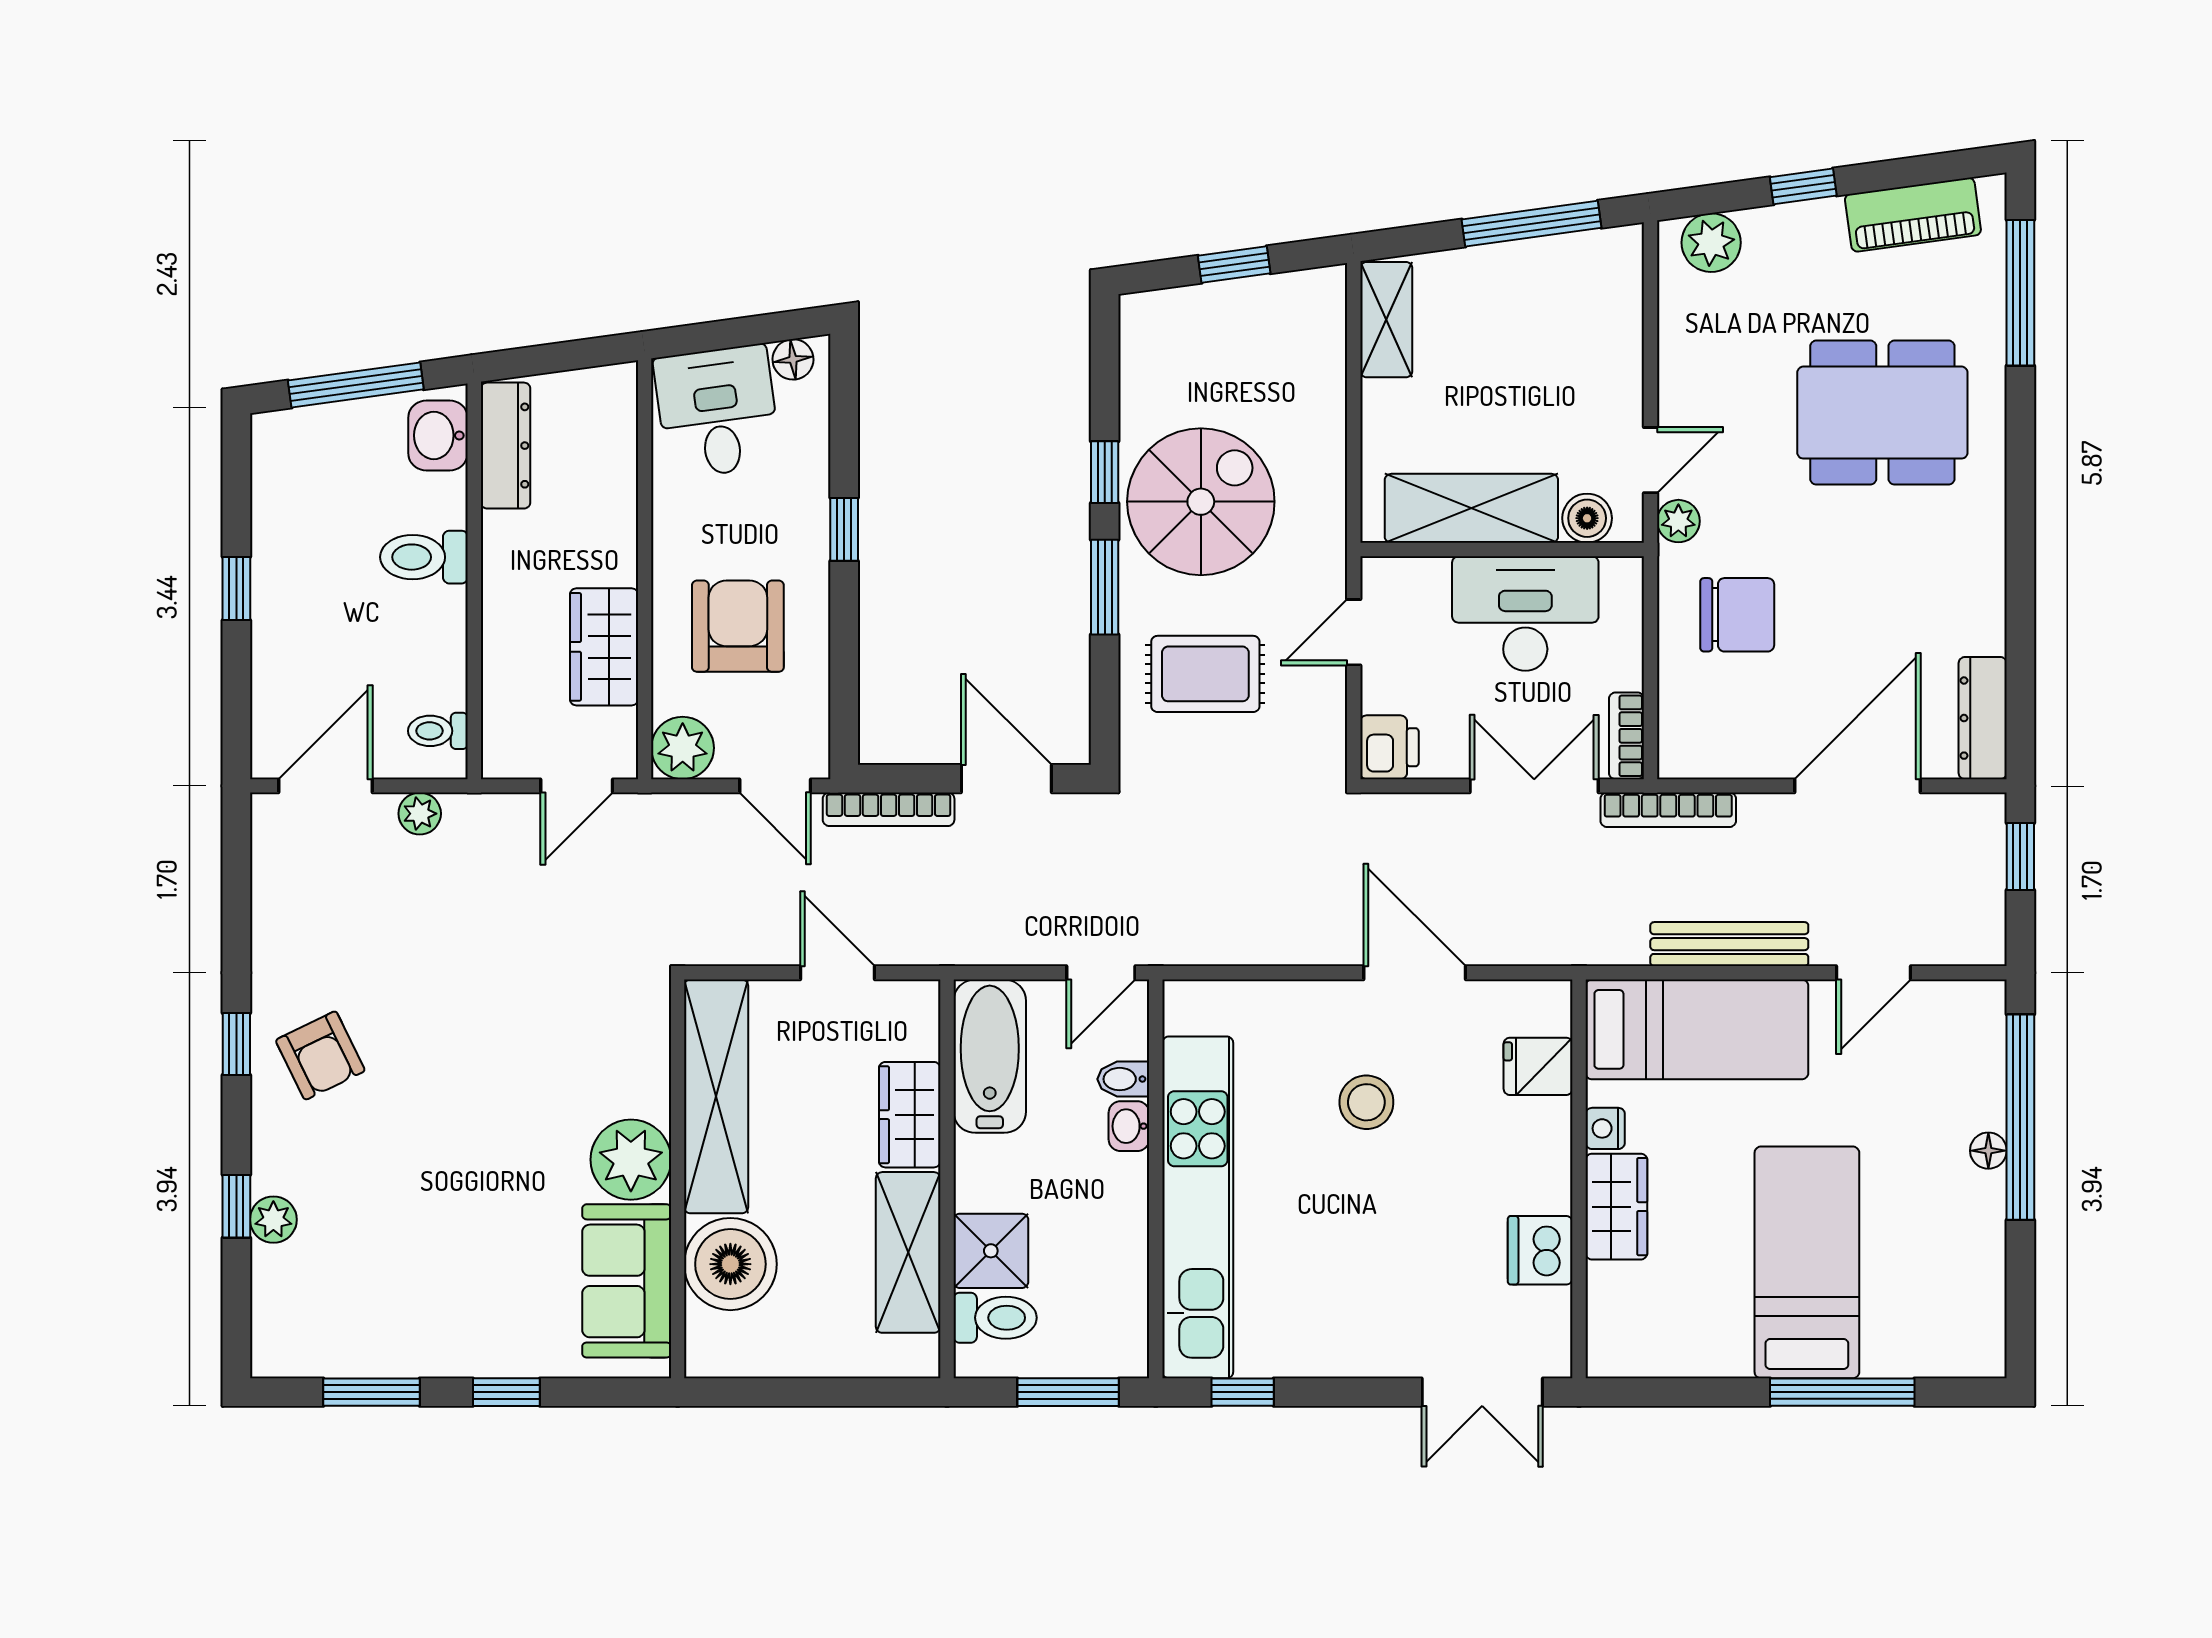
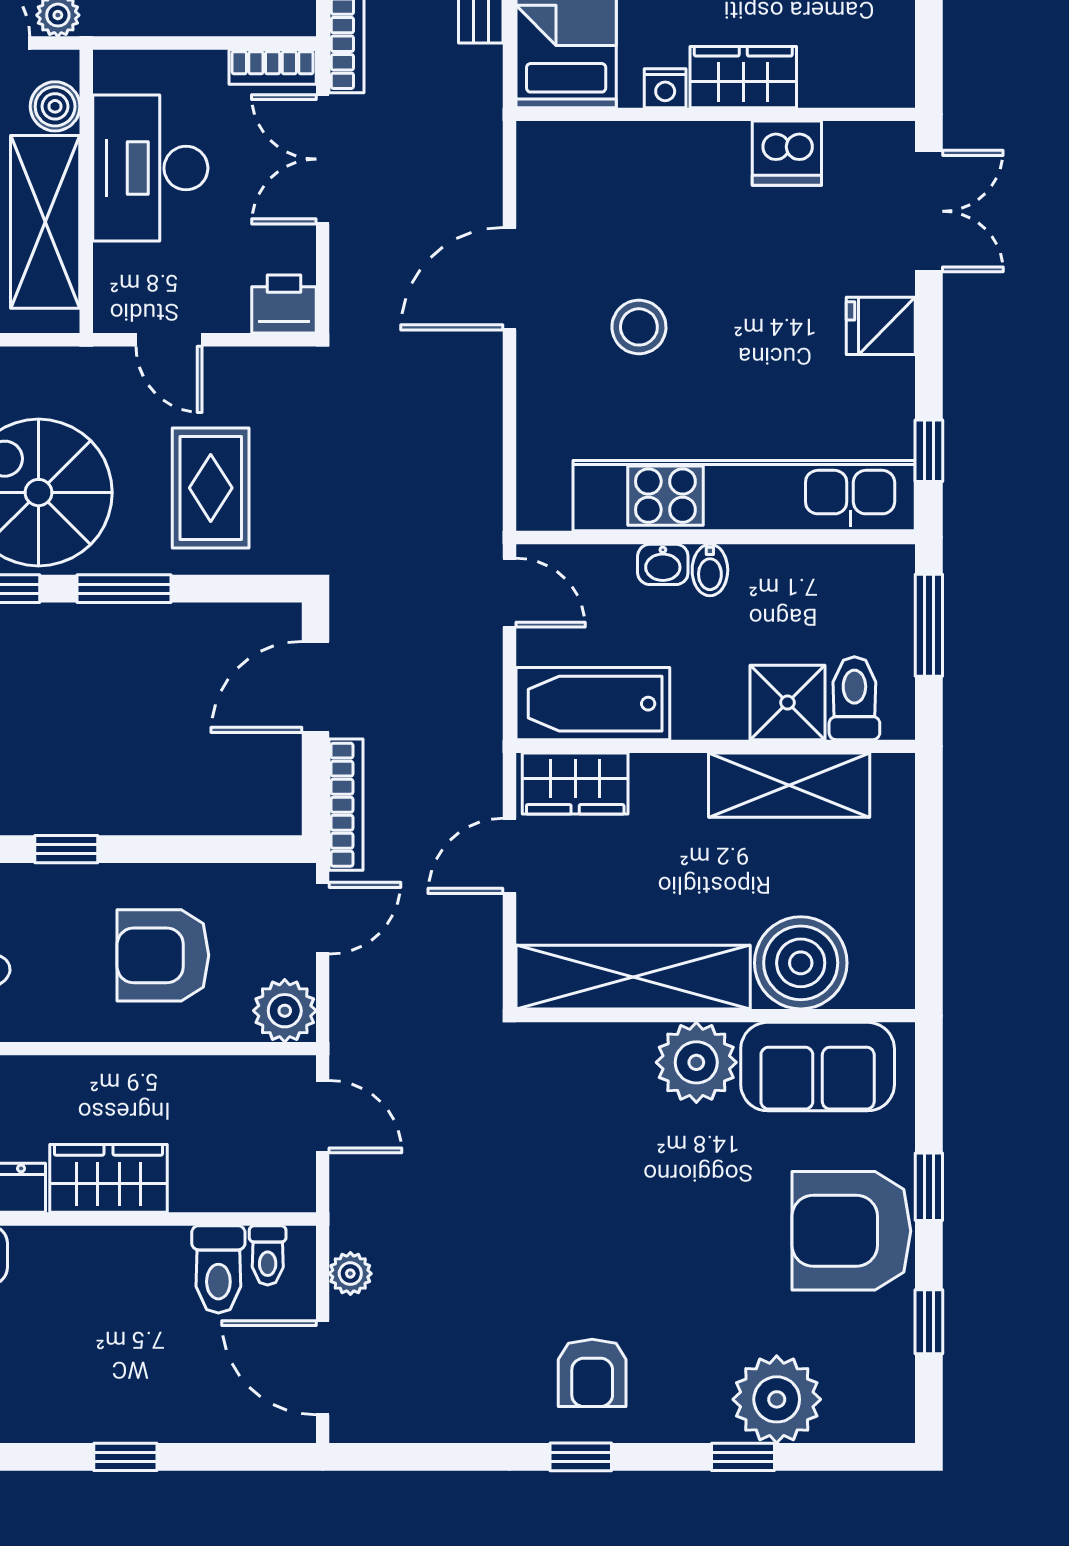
toilet: (424, 557) -> (218, 1269), moved
wardrobe: (604, 647) -> (108, 1178), moved, turned 180
armchair: (320, 1055) -> (592, 1373), turned 116
fridge: (1538, 1066) -> (881, 326), moved, turned 90
bidet: (1123, 1079) -> (710, 570), moved
wardrobe: (910, 1115) -> (575, 784), moved
plant: (273, 1220) -> (777, 1399), width x1.88, depth x1.88
armchair: (462, 1315) -> (851, 1231), added
window: (372, 1392) -> (929, 1322), width x0.67

